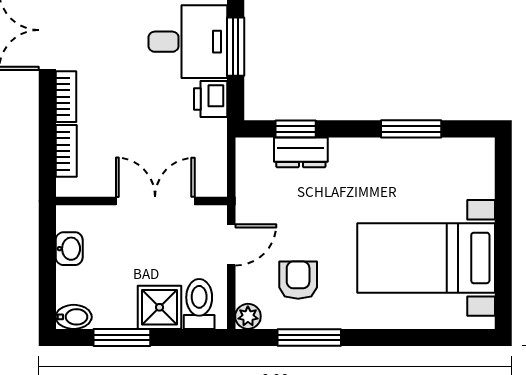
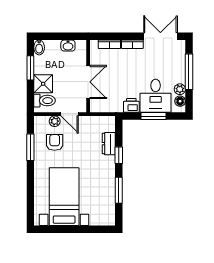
window: (296, 129) -> (119, 155), moved
armchair: (298, 280) -> (55, 142), turned -90
plant: (248, 316) -> (55, 121), moved

